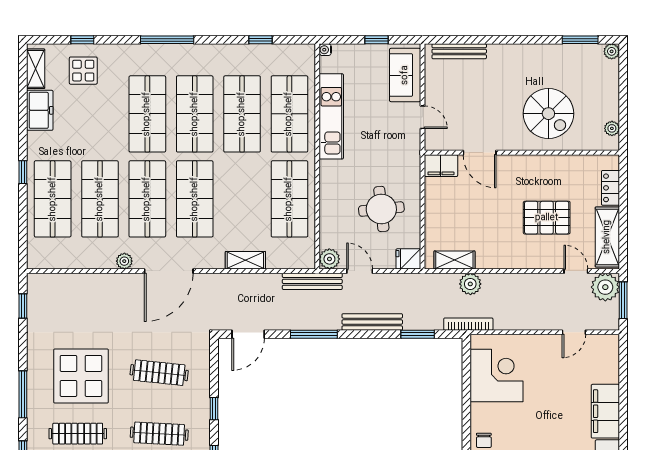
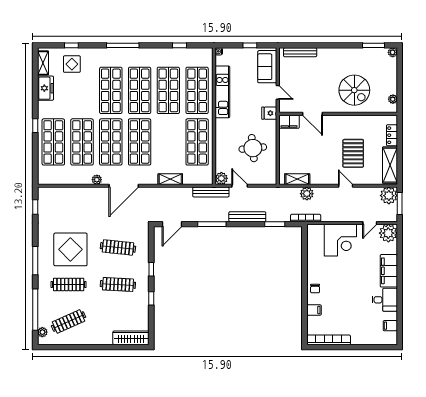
pallet: (547, 218) -> (353, 153), turned 90
fridge: (408, 259) -> (269, 113), moved
door: (576, 271) -> (346, 186), moved
plant: (604, 349) -> (388, 233), added
corner desk: (497, 376) -> (340, 240), moved, turned 90

